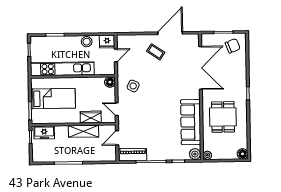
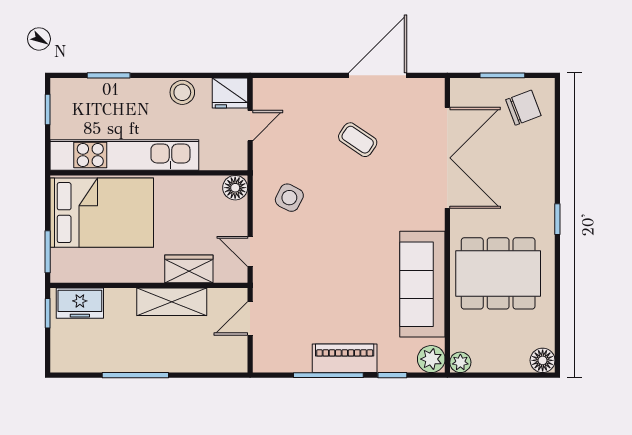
coffee table: (156, 52) -> (358, 140), moved
bed: (53, 99) -> (102, 213), width x1.50
dining table: (223, 117) -> (498, 273), width x1.38
piano: (133, 155) -> (345, 358), moved

